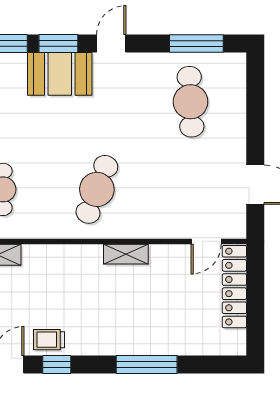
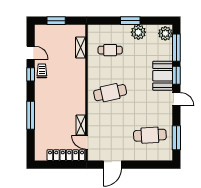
cafe table: (97, 189) -> (110, 93), turned -33
shelving: (126, 254) -> (81, 125), moved

